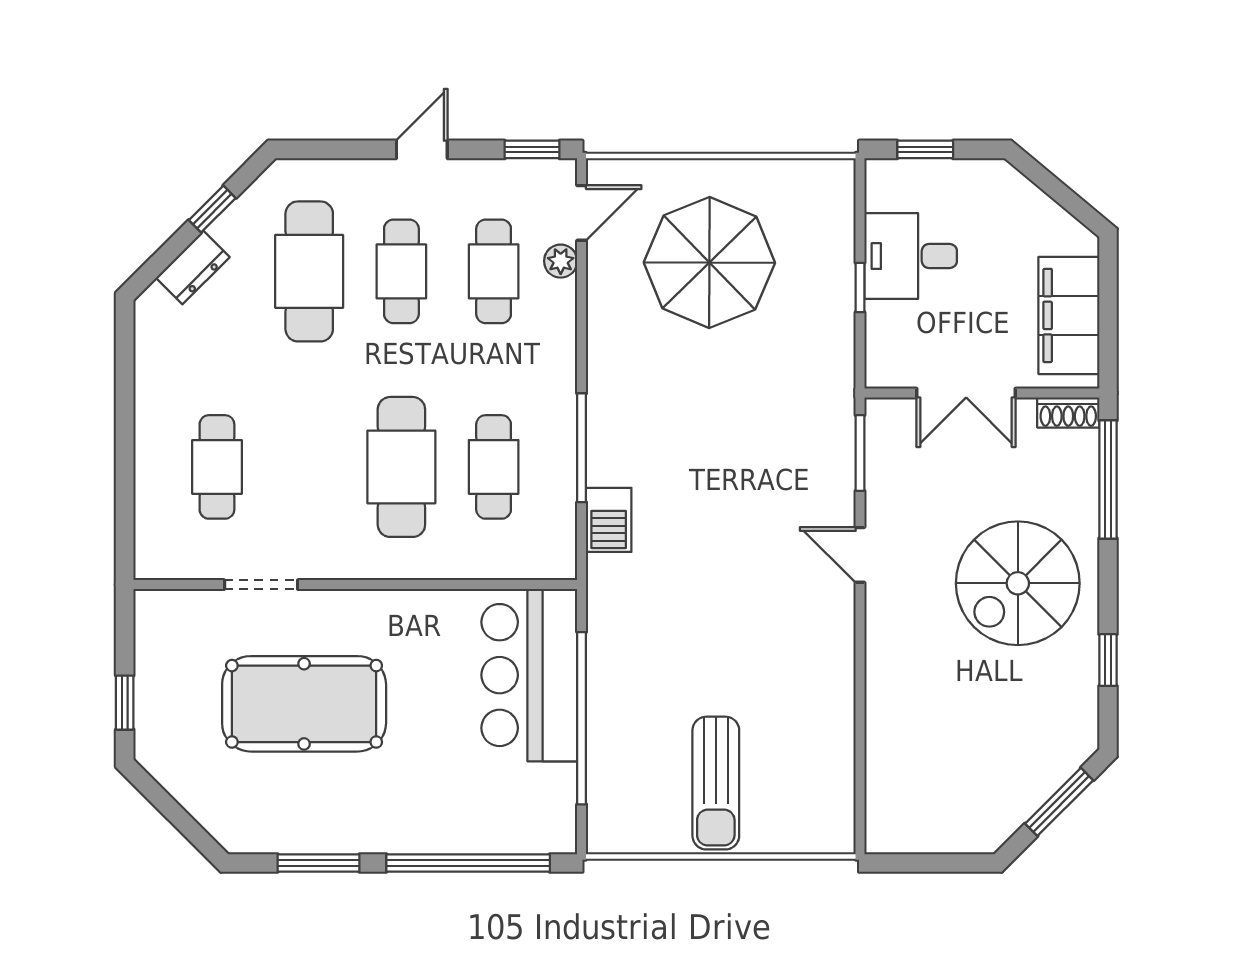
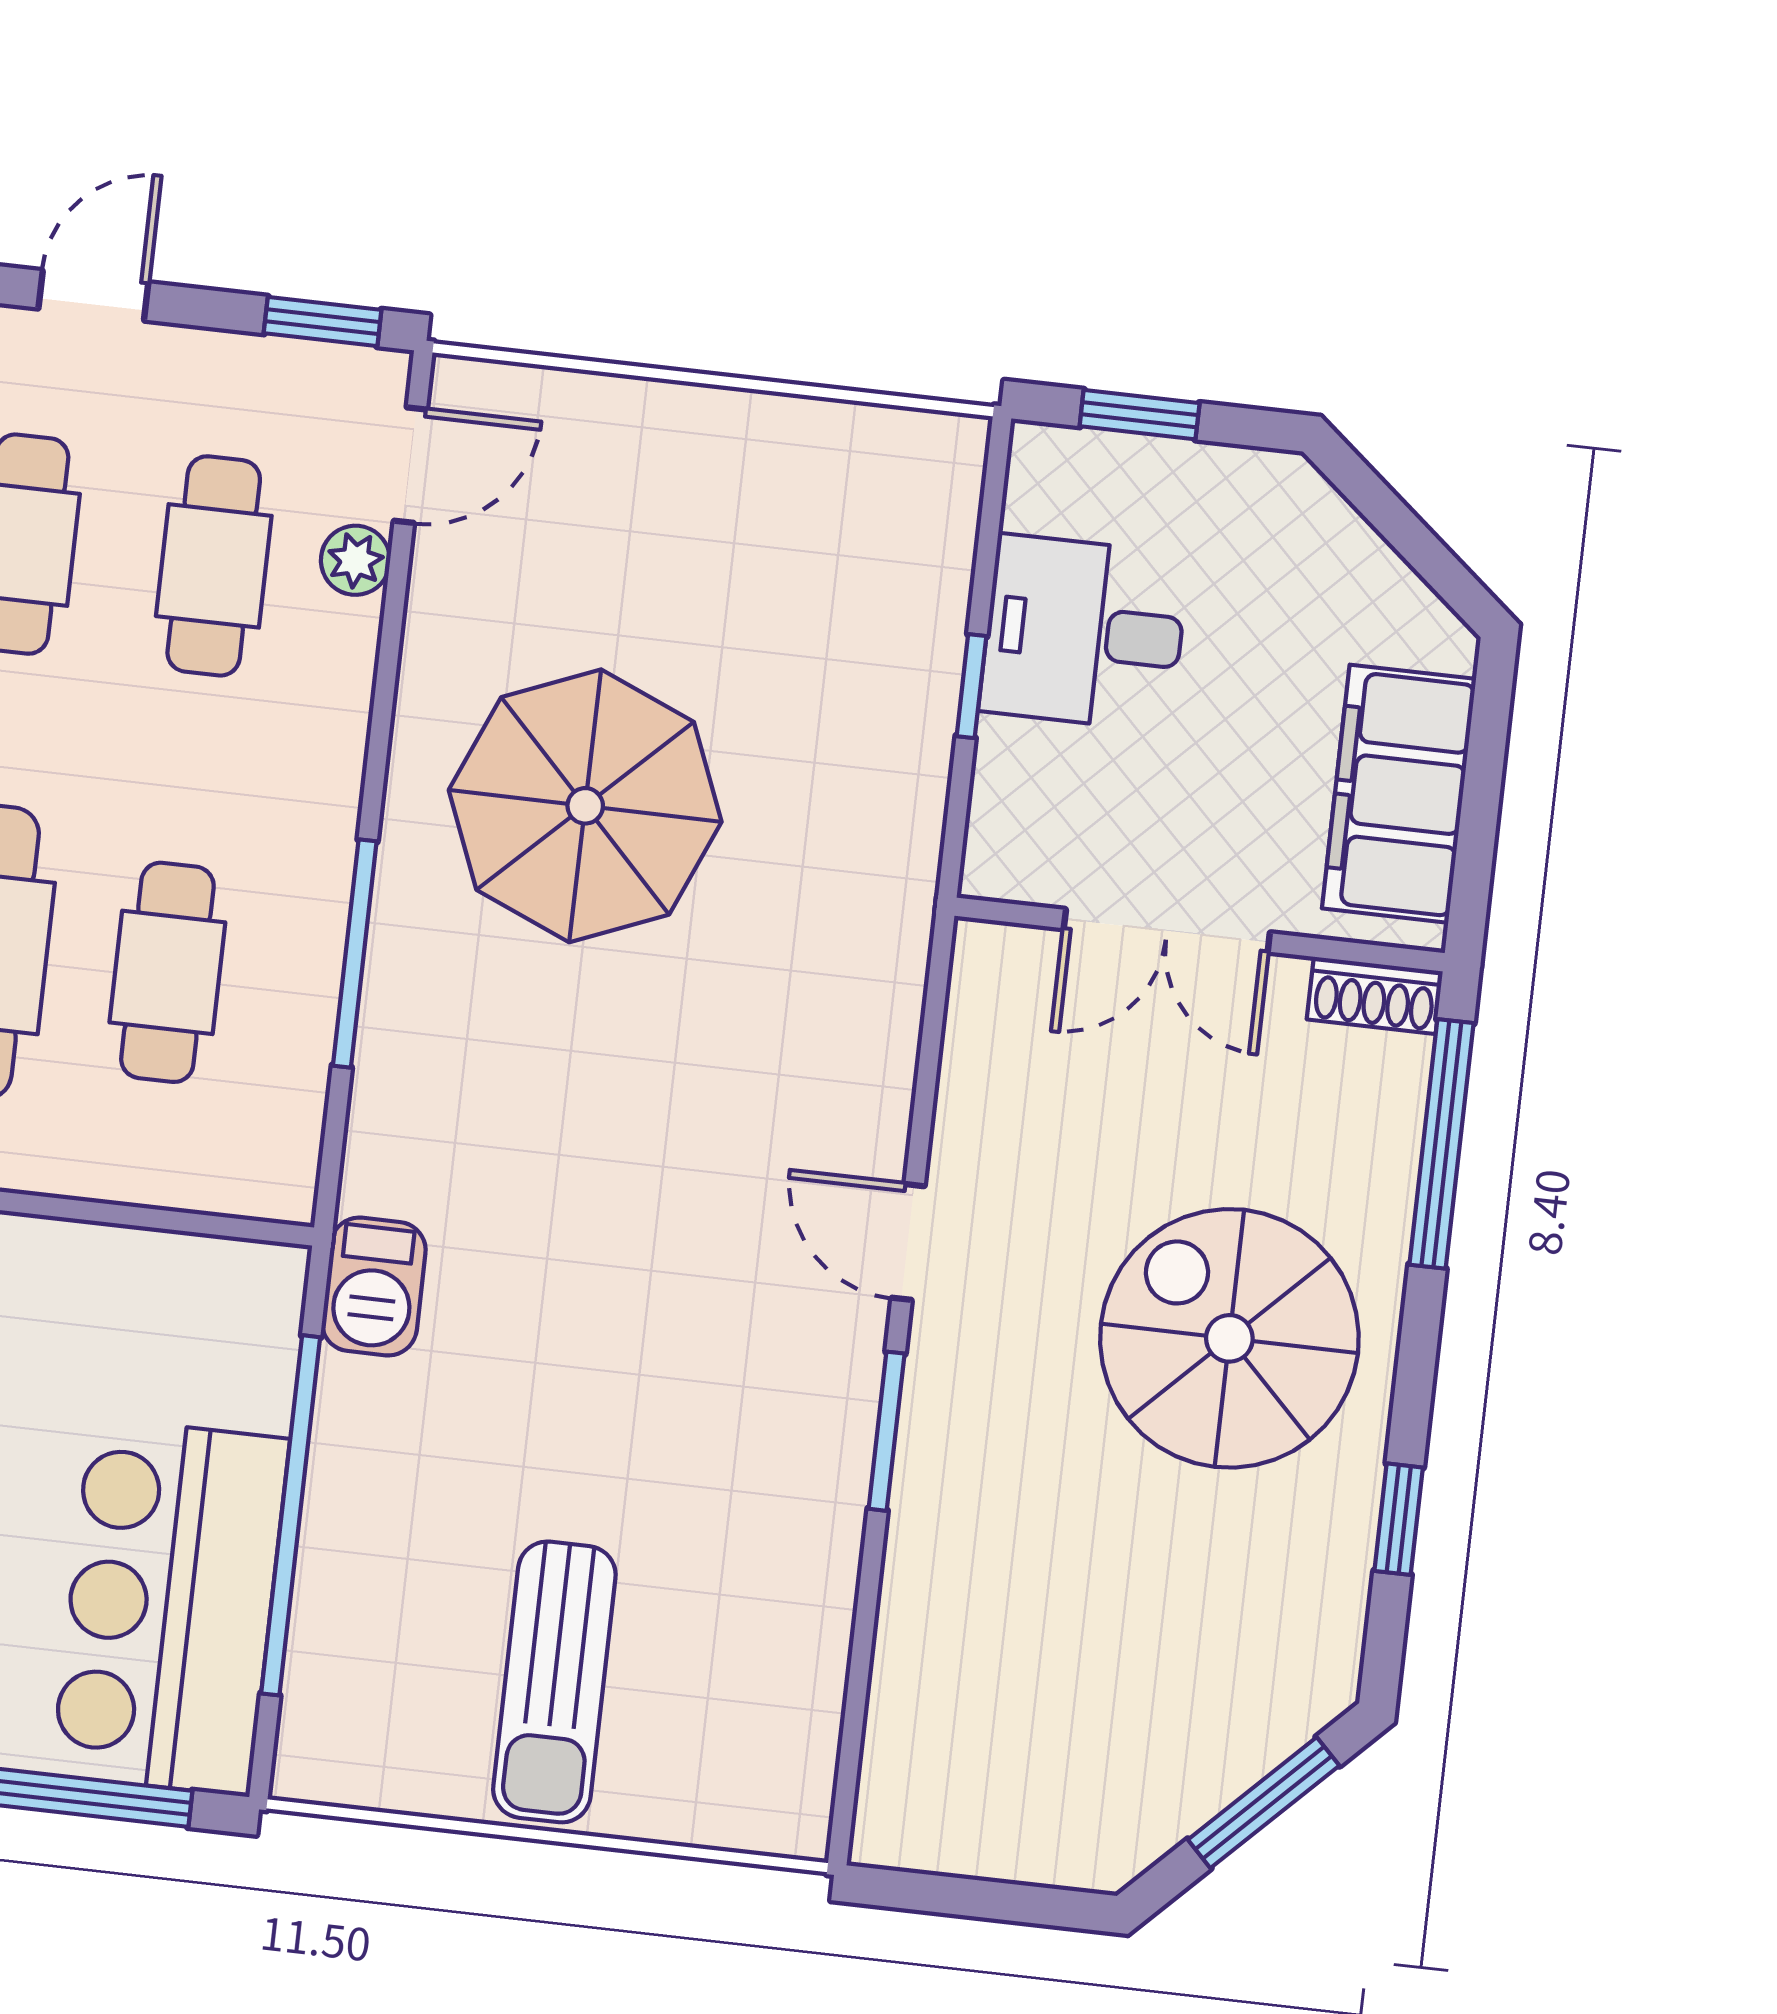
parasol: (709, 263) -> (585, 806), moved
window: (860, 453) -> (887, 1431), moved
barbecue: (609, 520) -> (374, 1286), moved
spiral stairs: (1018, 583) -> (1229, 1338), turned 90
bar counter: (529, 675) -> (170, 1607), moved

